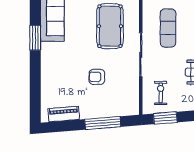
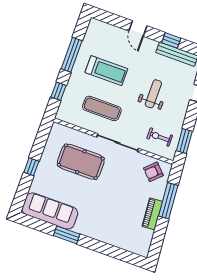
armchair: (97, 77) -> (153, 172), moved, turned 46
piano: (64, 114) -> (152, 214), moved

